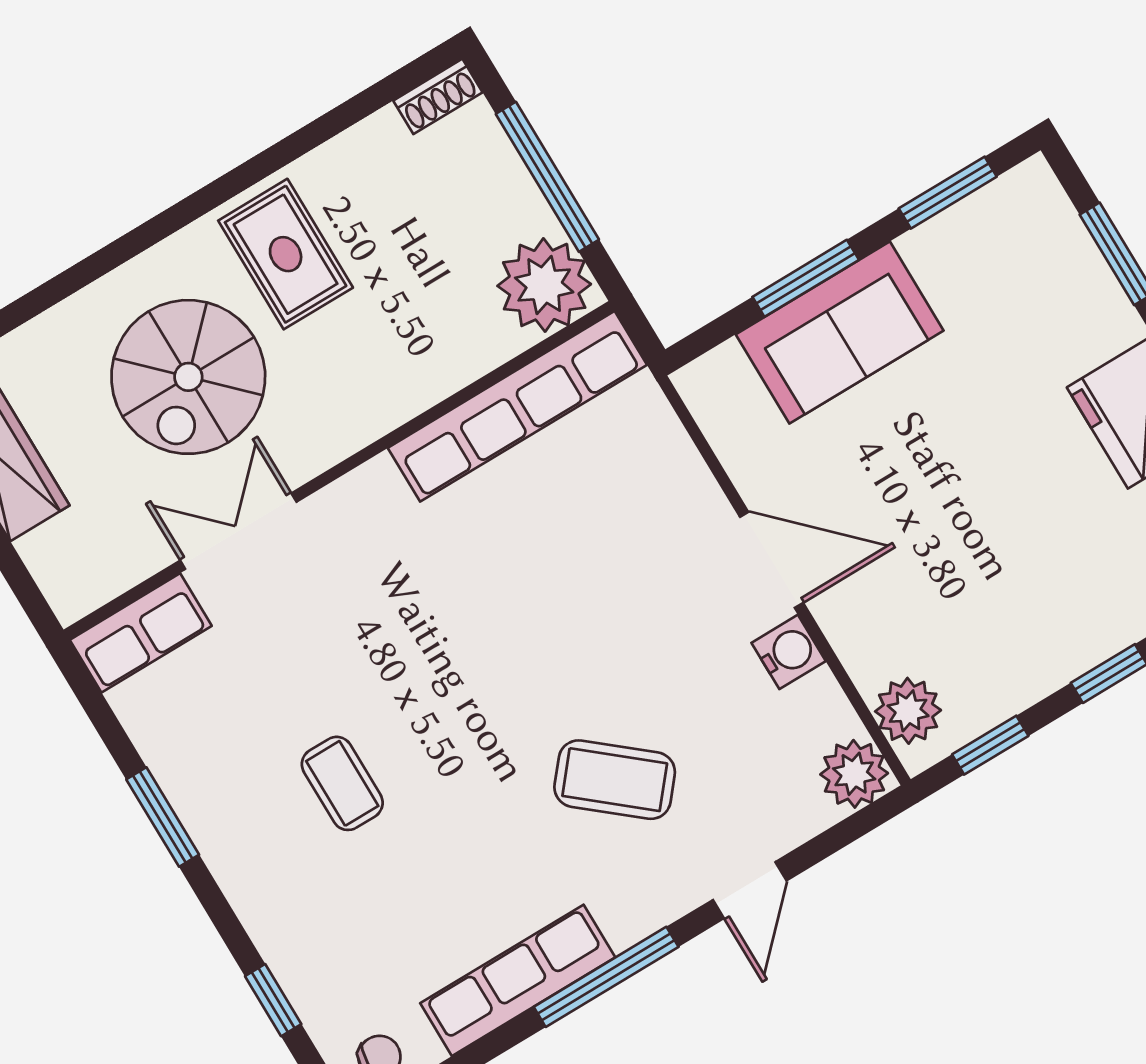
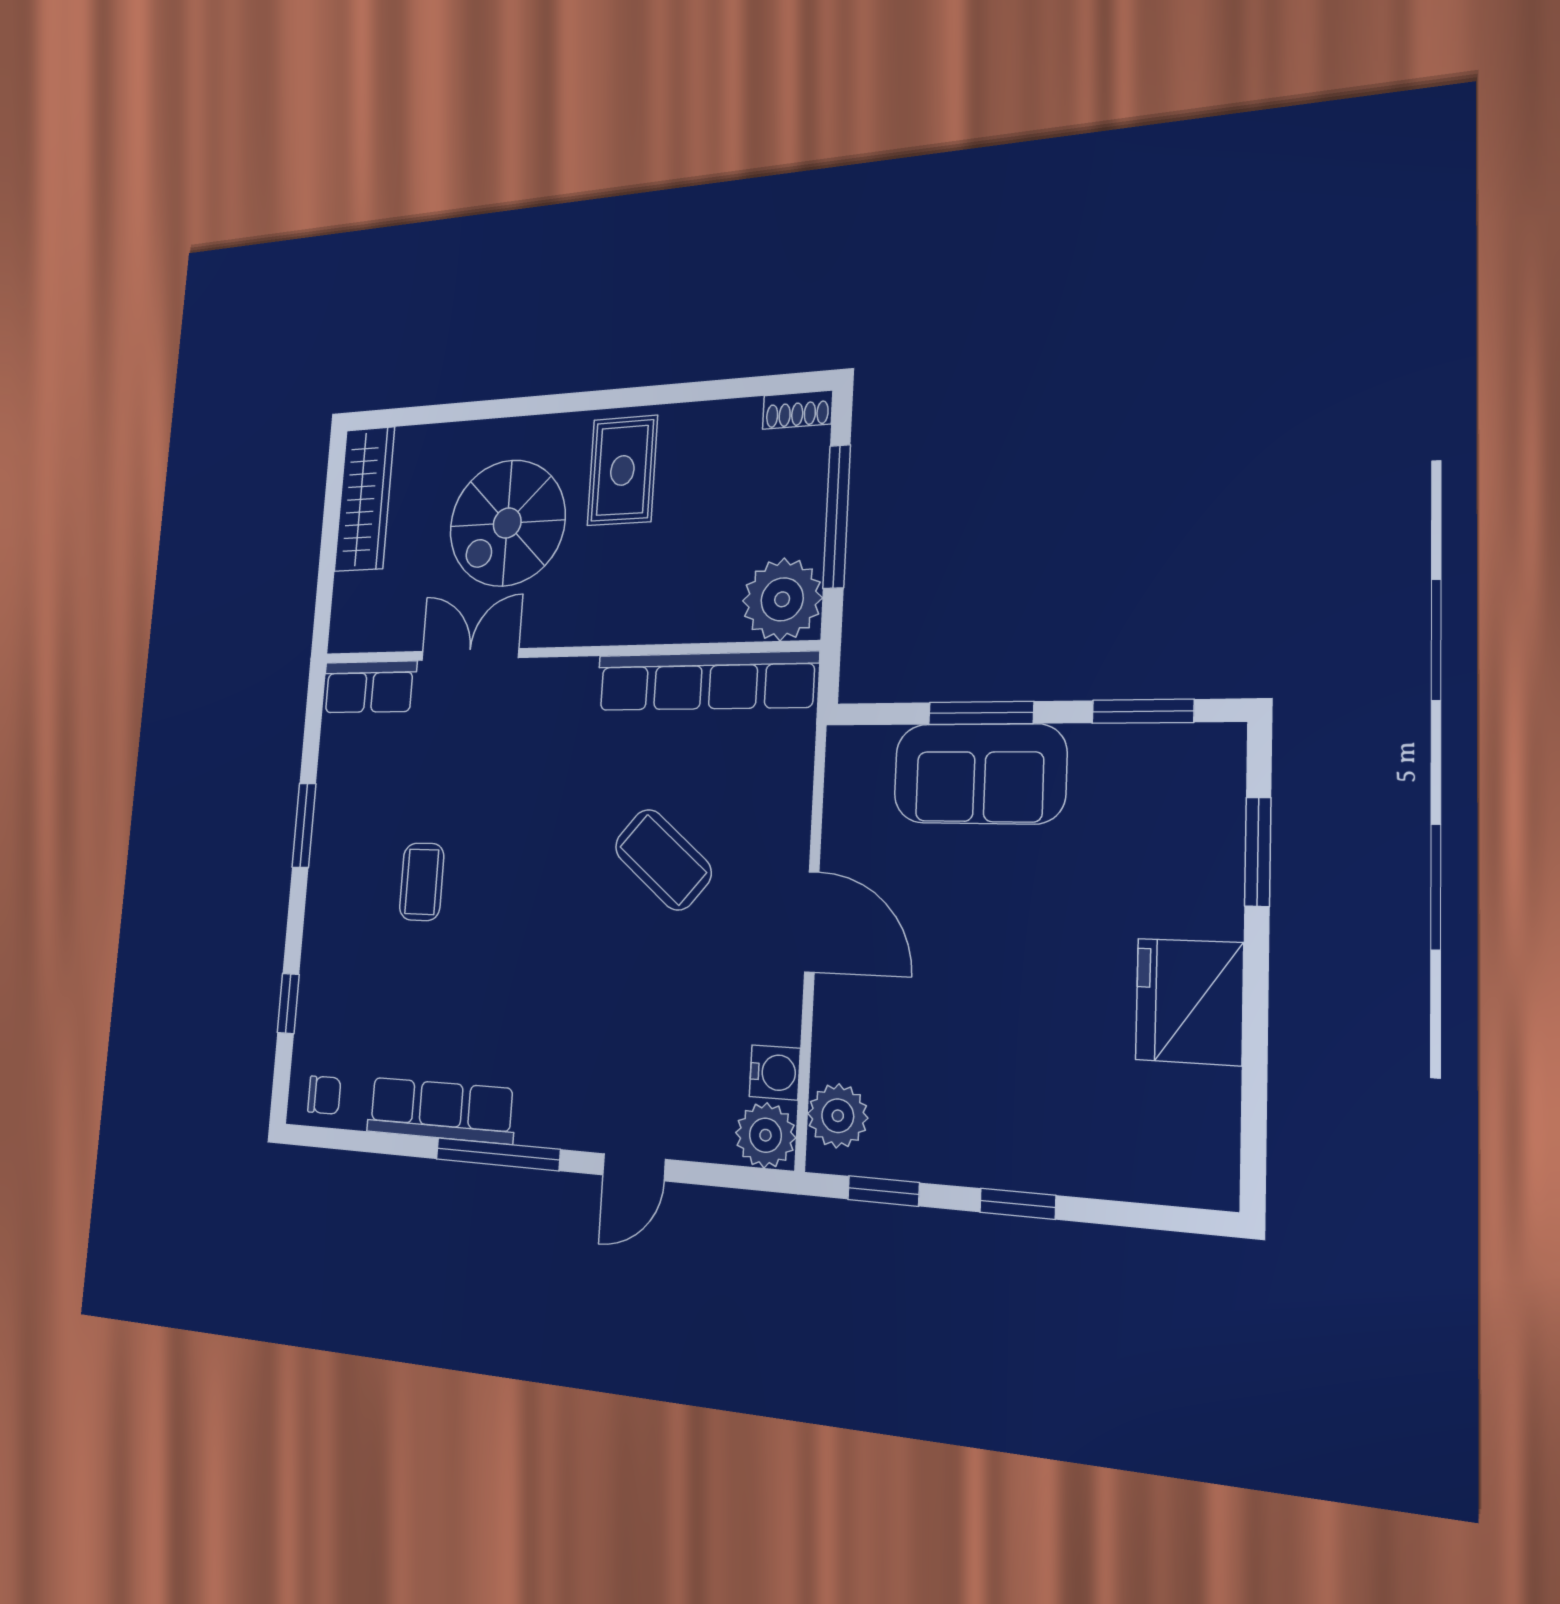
water cooler: (789, 652) -> (775, 1072), moved
coffee table: (615, 780) -> (663, 860), moved

